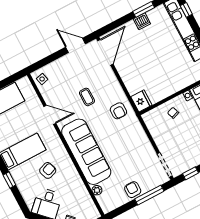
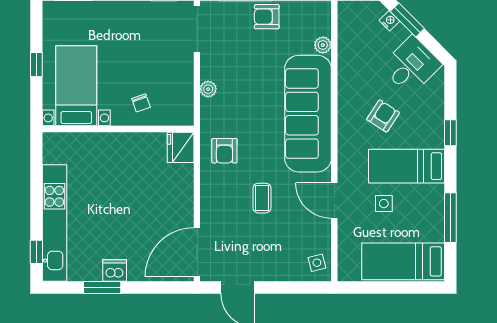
armchair: (118, 111) -> (224, 151), turned 180
side table: (24, 127) -> (384, 204), added
plant: (143, 138) -> (208, 89), added
armchair: (48, 170) -> (383, 116), turned 143
armchair: (133, 190) -> (267, 17), turned 90

